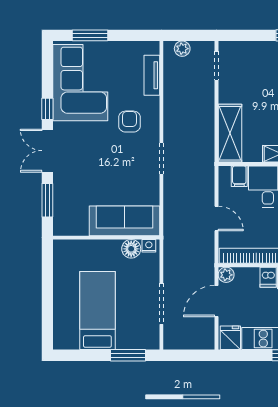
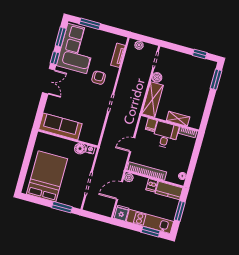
boiler: (227, 94) -> (157, 77), added
double door: (47, 151) -> (49, 81), swing flipped
window: (47, 200) -> (61, 37), moved
door: (217, 218) -> (132, 145), swing flipped
sofa: (124, 221) -> (60, 126), moved
bed: (97, 311) -> (47, 176), width x1.50

